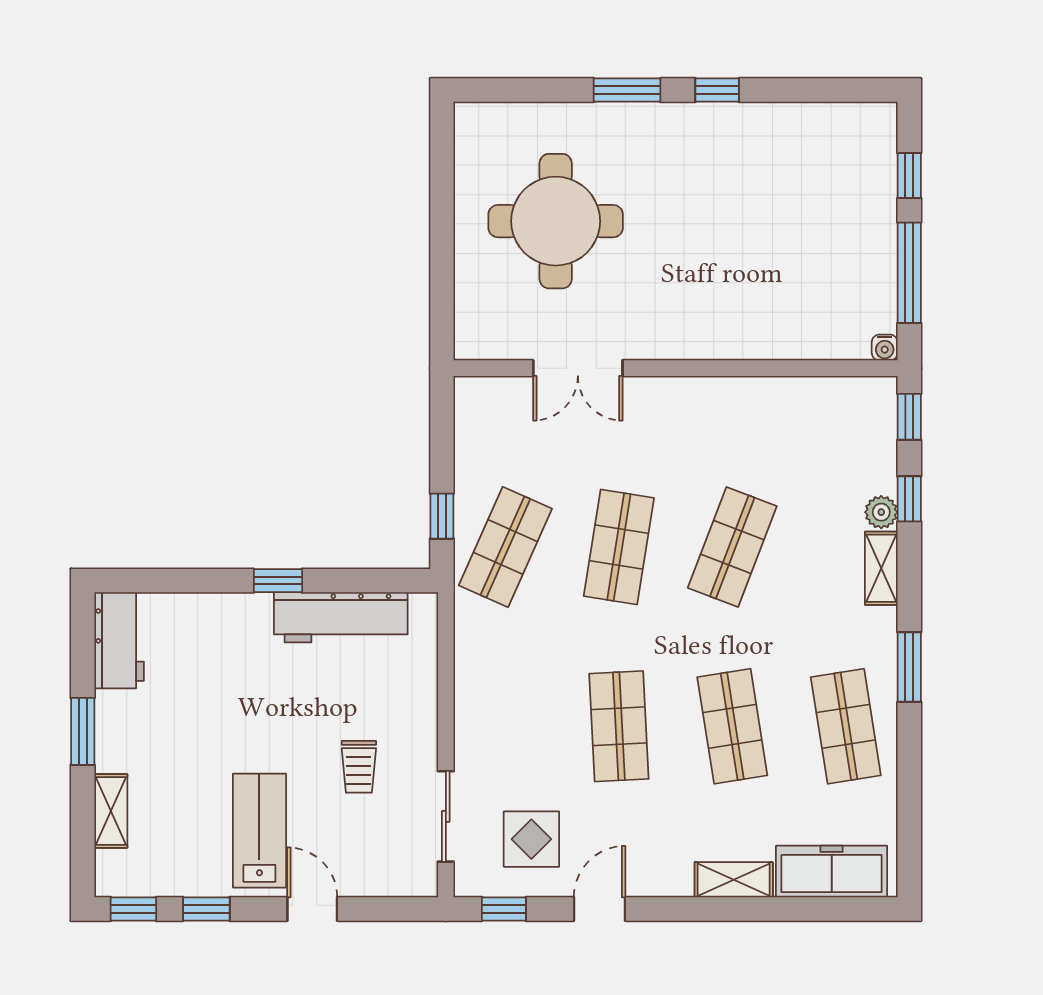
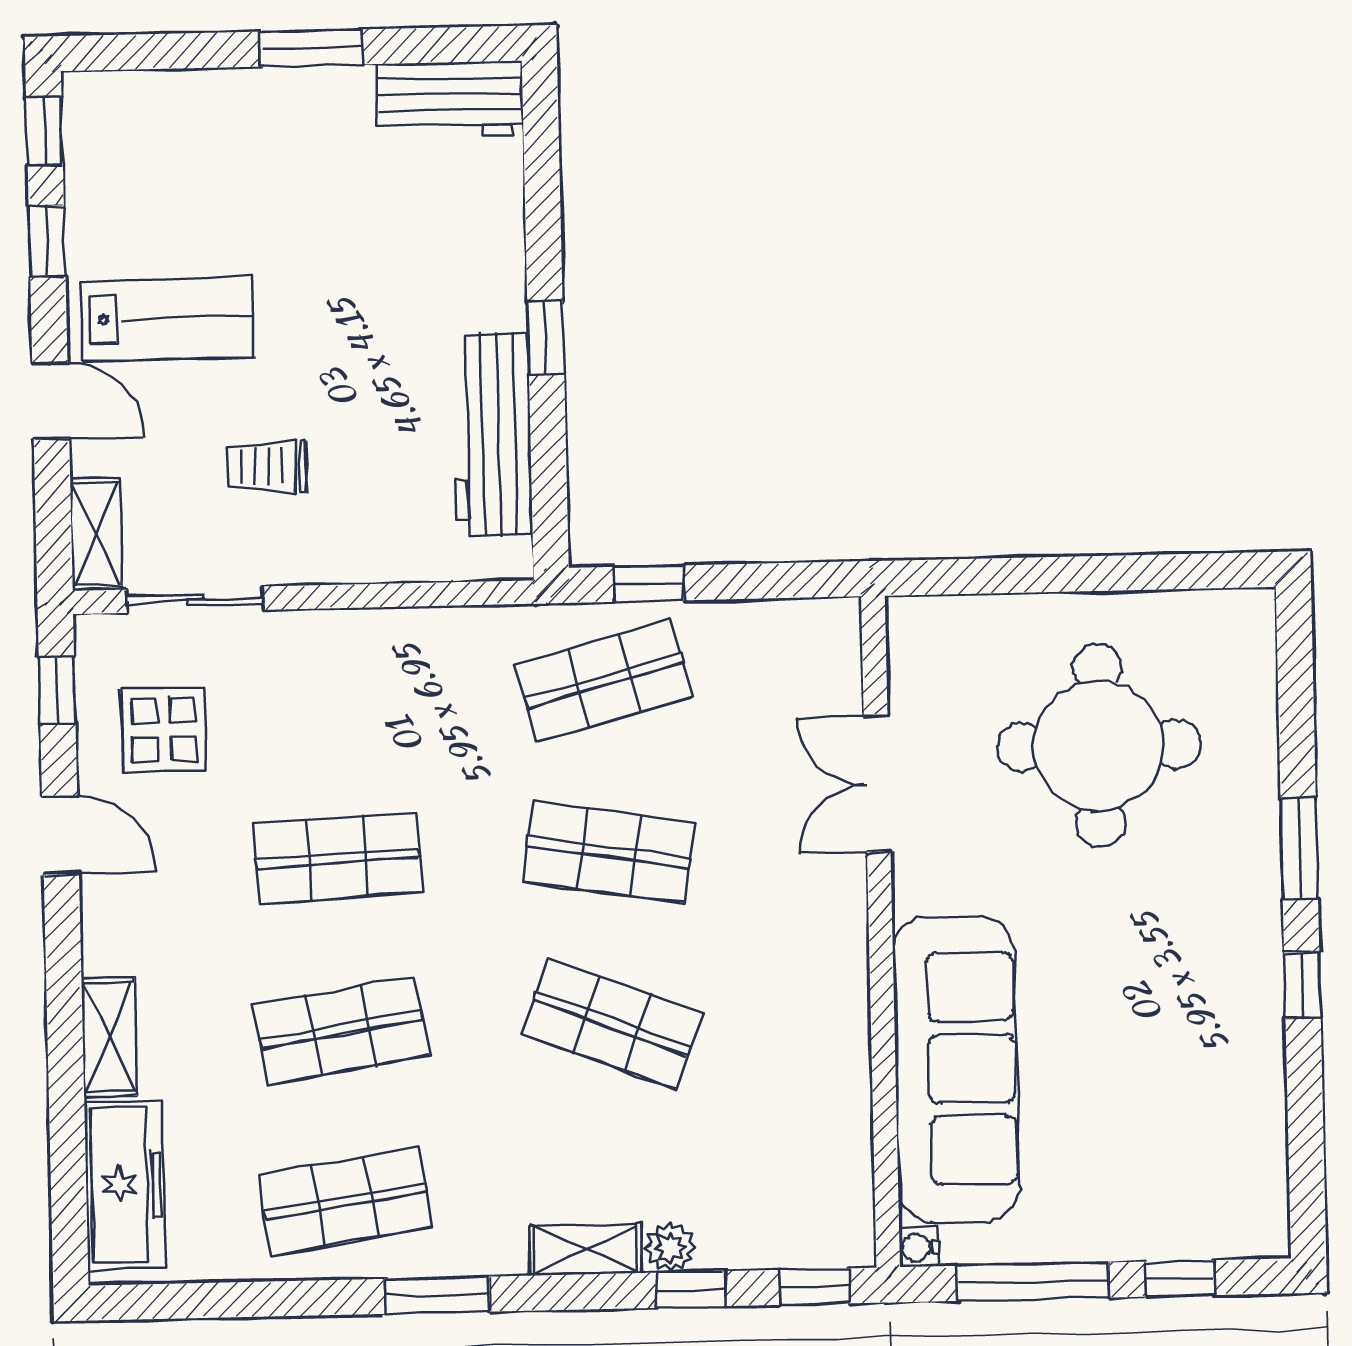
sofa: (767, 320) -> (956, 1069), added
shop shelf: (505, 547) -> (604, 681), turned -39
shelving: (111, 811) -> (96, 535), moved, turned 90
door: (312, 909) -> (51, 401), hinge flipped

